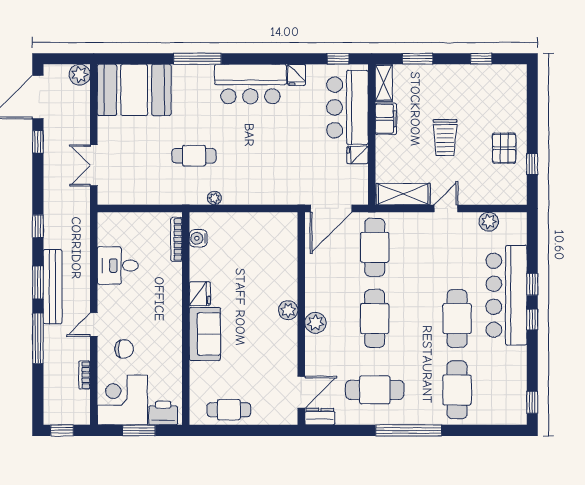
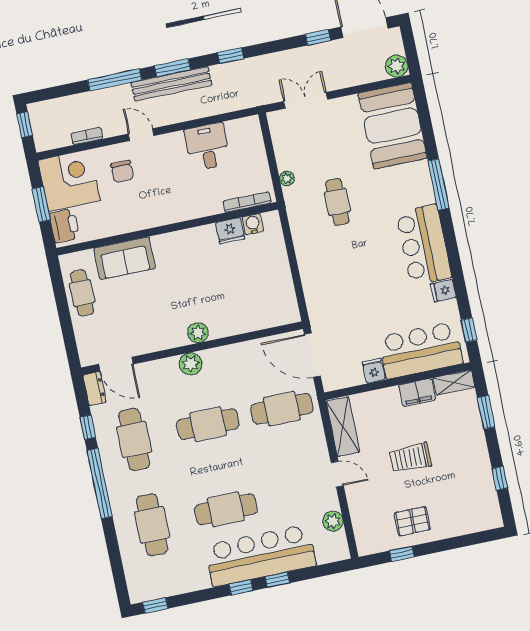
plant: (214, 198) -> (287, 178), moved
fridge: (200, 294) -> (230, 231), moved
sofa: (205, 334) -> (124, 258), moved
cafe table: (457, 390) -> (152, 525), turned 90
window: (354, 430) -> (88, 427), added

